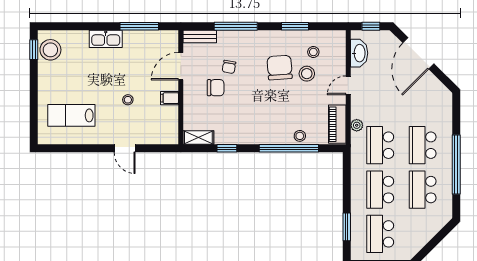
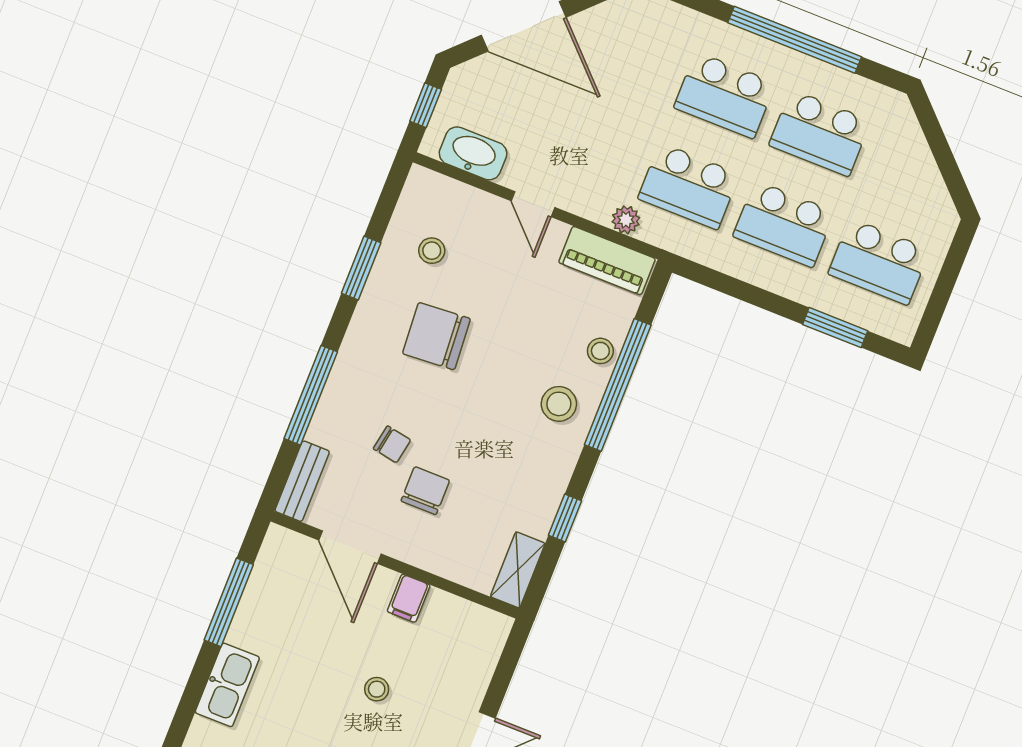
stool: (307, 74) -> (559, 404), moved

